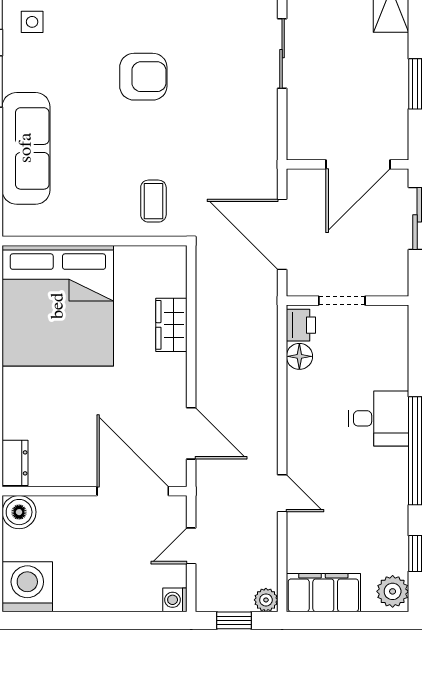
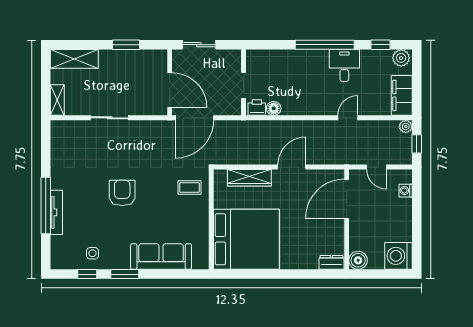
door: (358, 164) -> (170, 90), moved
door: (282, 234) -> (194, 118), moved
wardrobe: (171, 325) -> (249, 178), width x1.50
desk: (379, 418) -> (344, 65), moved
door: (191, 433) -> (292, 167), moved
washing machine: (175, 600) -> (406, 191), moved, turned 90

